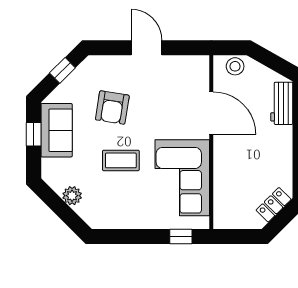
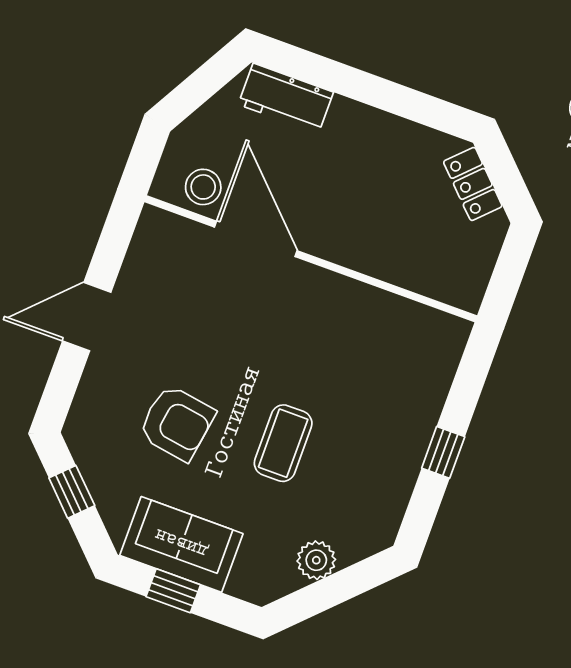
stool: (235, 66) -> (203, 187), moved
door: (211, 113) -> (256, 239), hinge flipped
corner sofa: (182, 178) -> (358, 339), removed
window: (181, 236) -> (443, 452), moved

